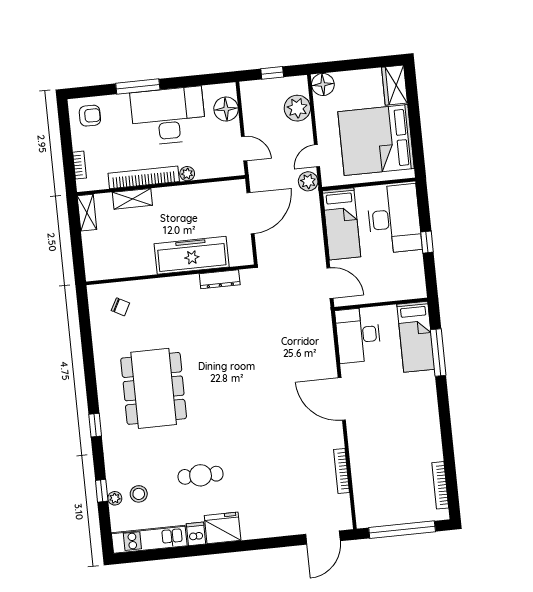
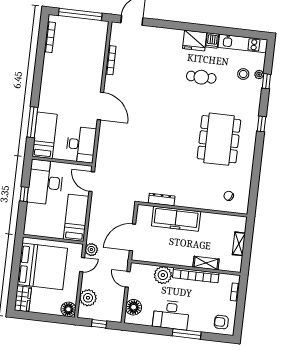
desk: (168, 116) -> (171, 315), width x0.73, depth x0.77
plant: (187, 174) -> (163, 275), width x1.88, depth x1.88
shelving: (87, 213) -> (239, 244), moved
desk: (394, 219) -> (45, 182), moved

